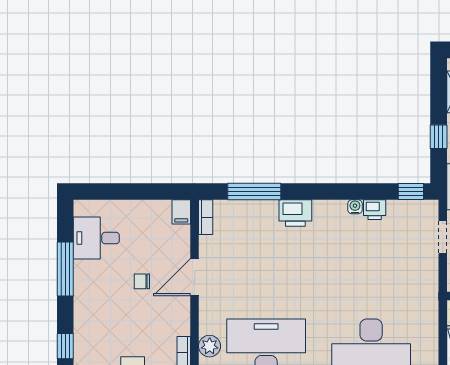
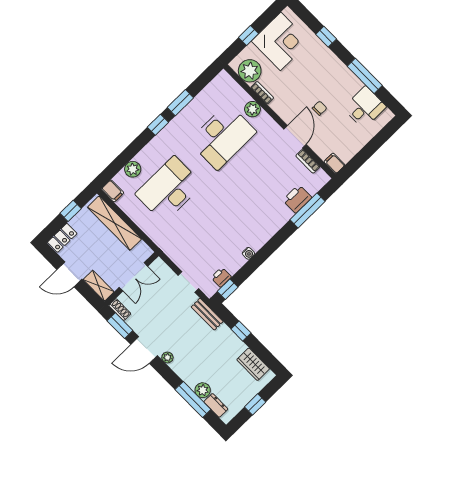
printer: (375, 210) -> (221, 277), moved
printer: (295, 213) -> (297, 199), moved
bookcase: (206, 217) -> (308, 161), moved

